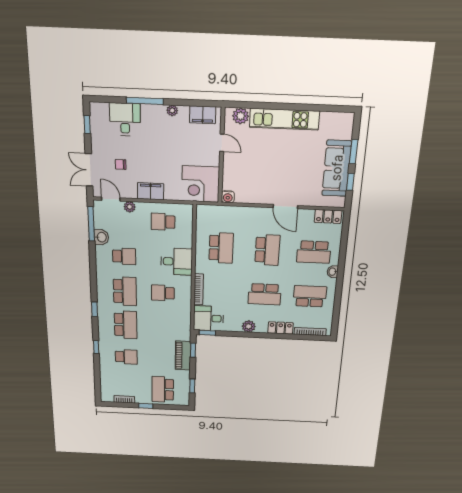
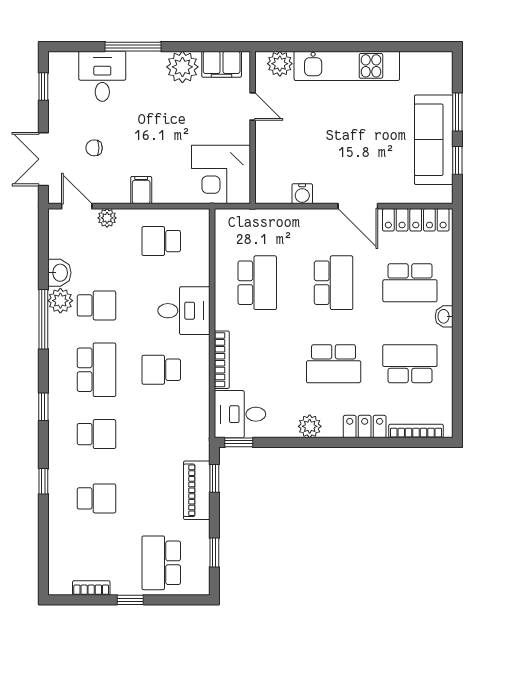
plant: (172, 110) -> (182, 67), width x1.88, depth x1.88
filing cabinet: (151, 191) -> (141, 190), width x0.50
water cooler: (228, 197) -> (302, 194), moved
locker: (328, 216) -> (416, 220), width x1.53
window: (91, 224) -> (43, 319), moved
plant: (102, 253) -> (60, 301), added
school desk: (126, 325) -> (96, 434), width x0.54

